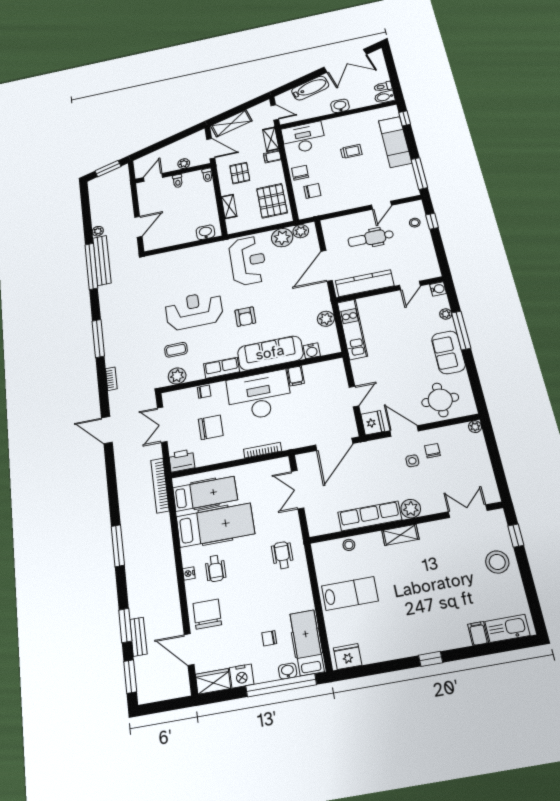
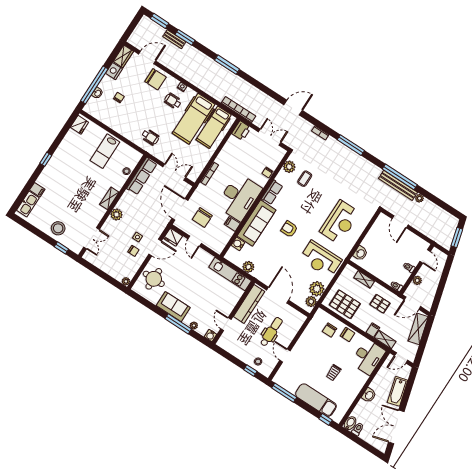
reception desk: (194, 311) -> (340, 222), moved
chair: (211, 427) -> (202, 218), moved
row of seats: (370, 516) -> (142, 176), moved
hospital bed: (307, 643) -> (102, 113), removed

